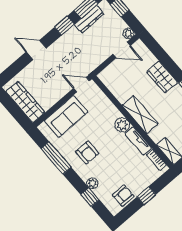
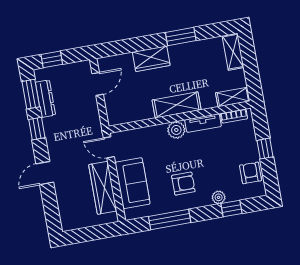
plant: (128, 34) -> (85, 67), removed
door: (81, 85) -> (109, 147), hinge flipped
wardrobe: (25, 102) -> (103, 188), moved, turned -90

